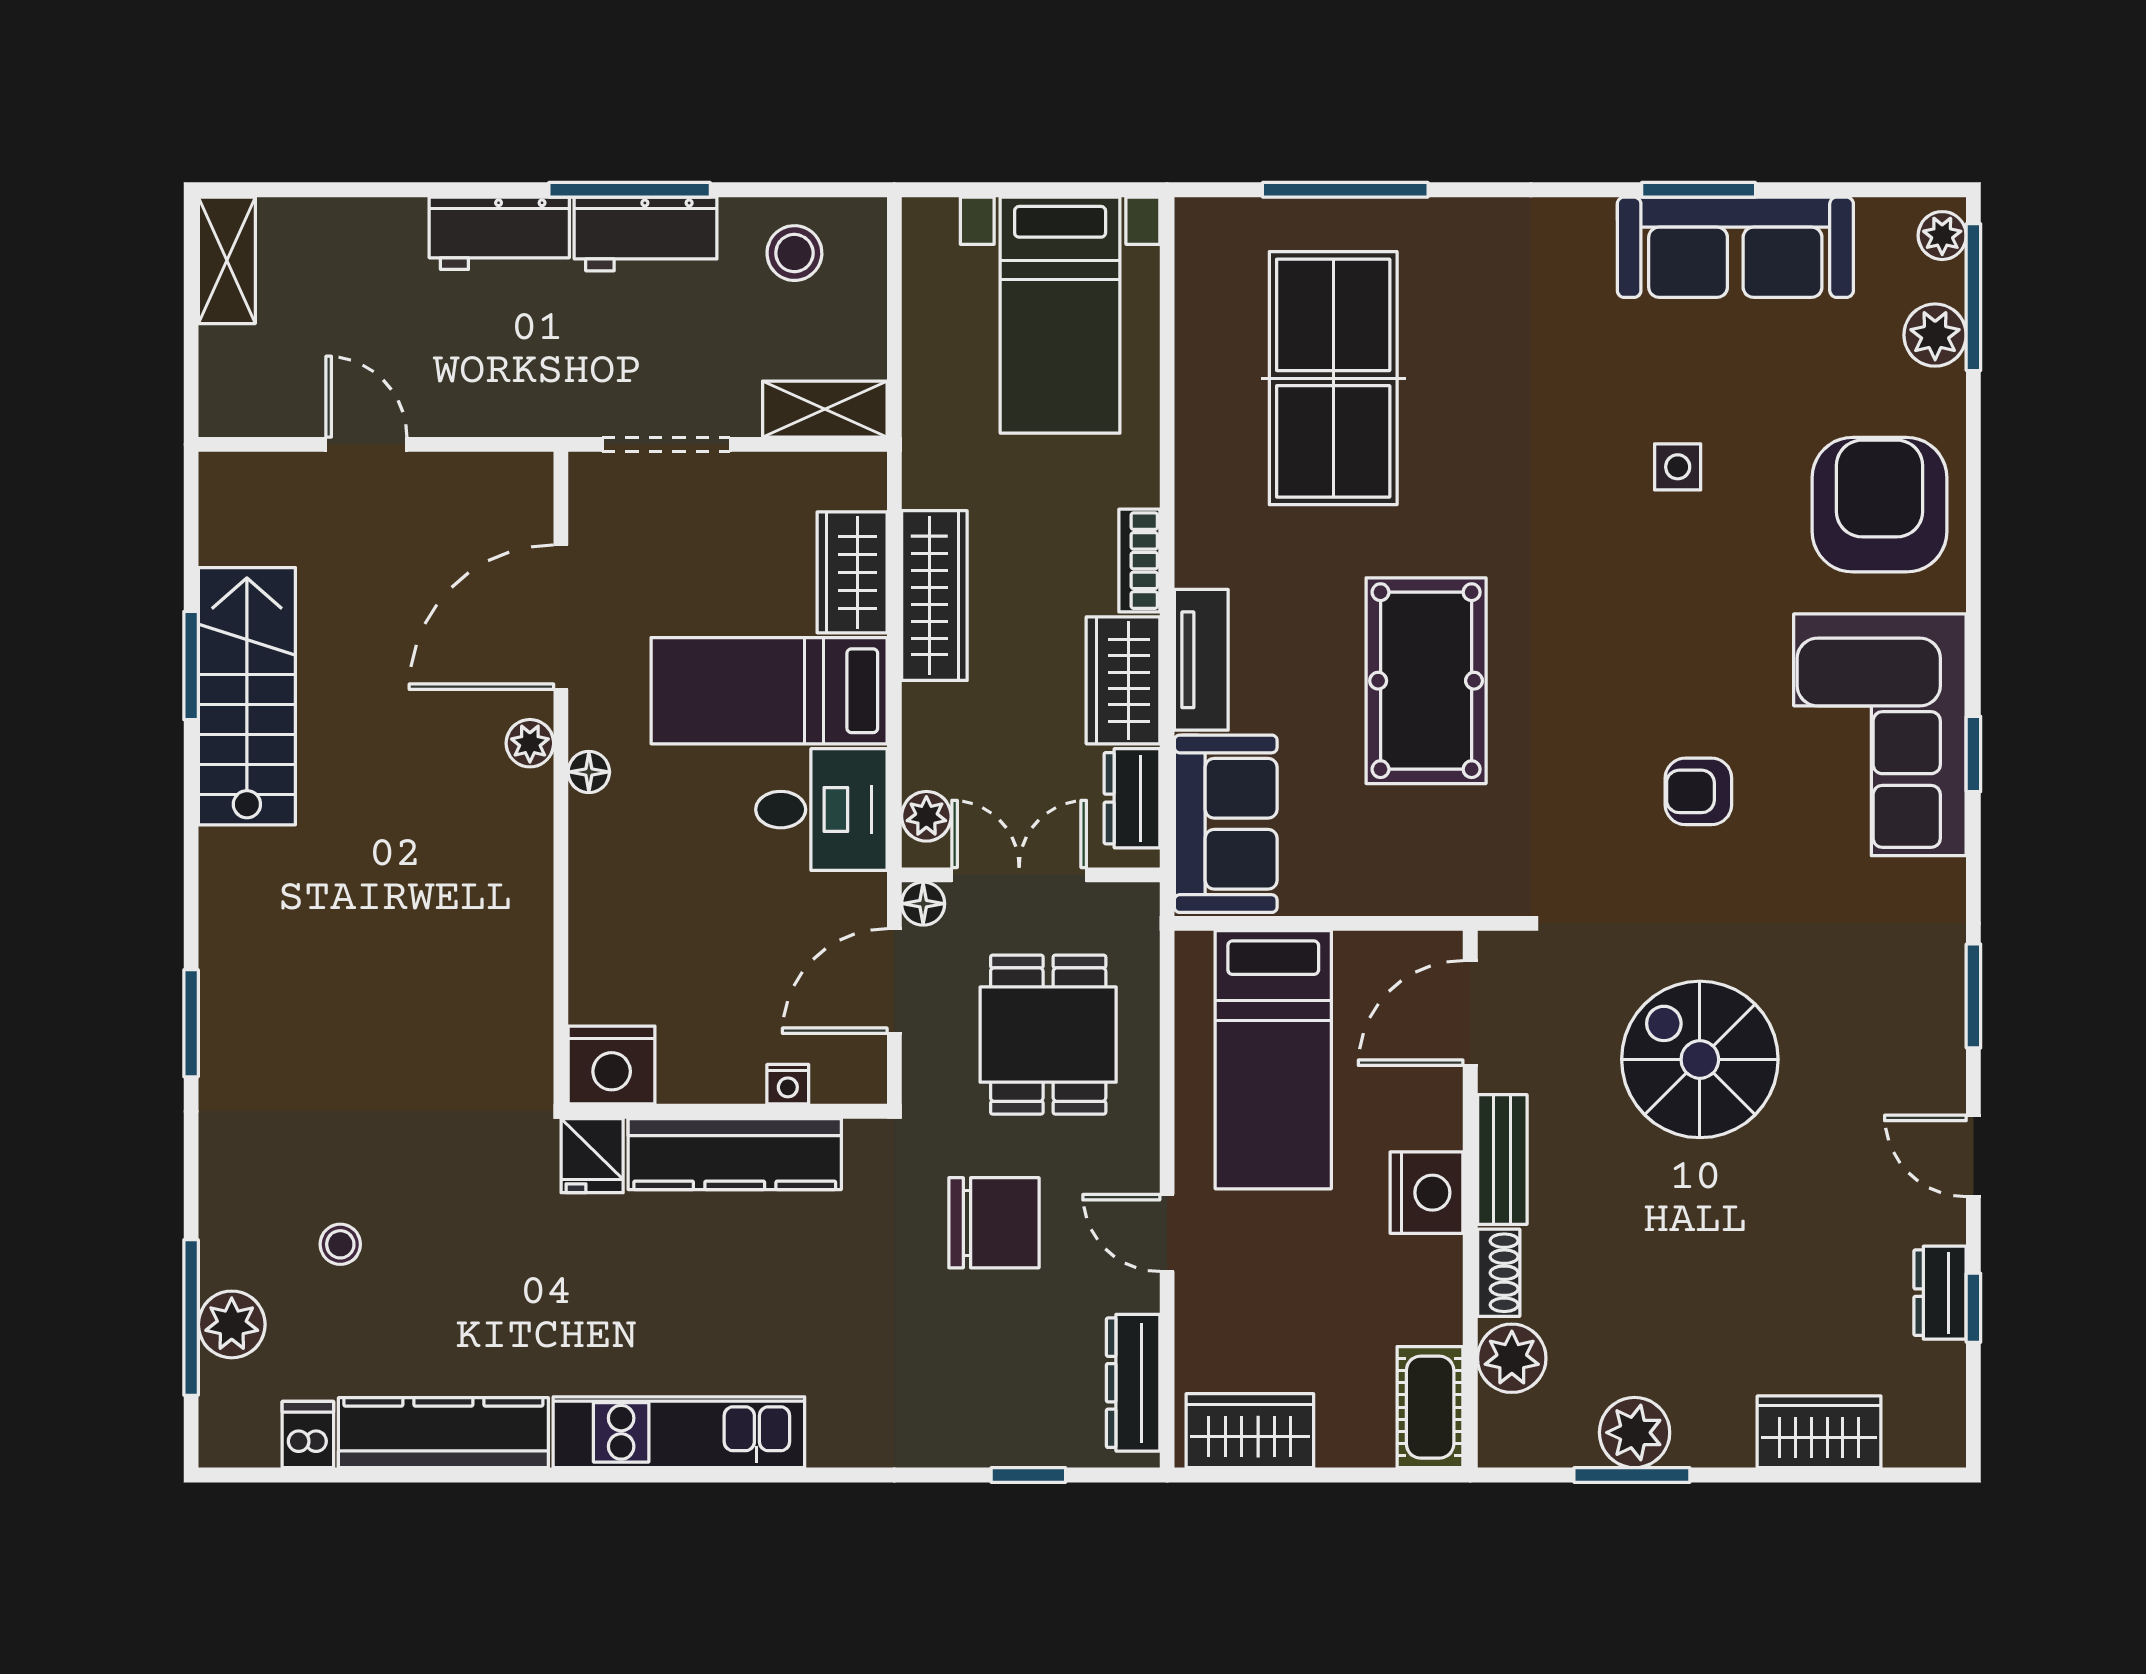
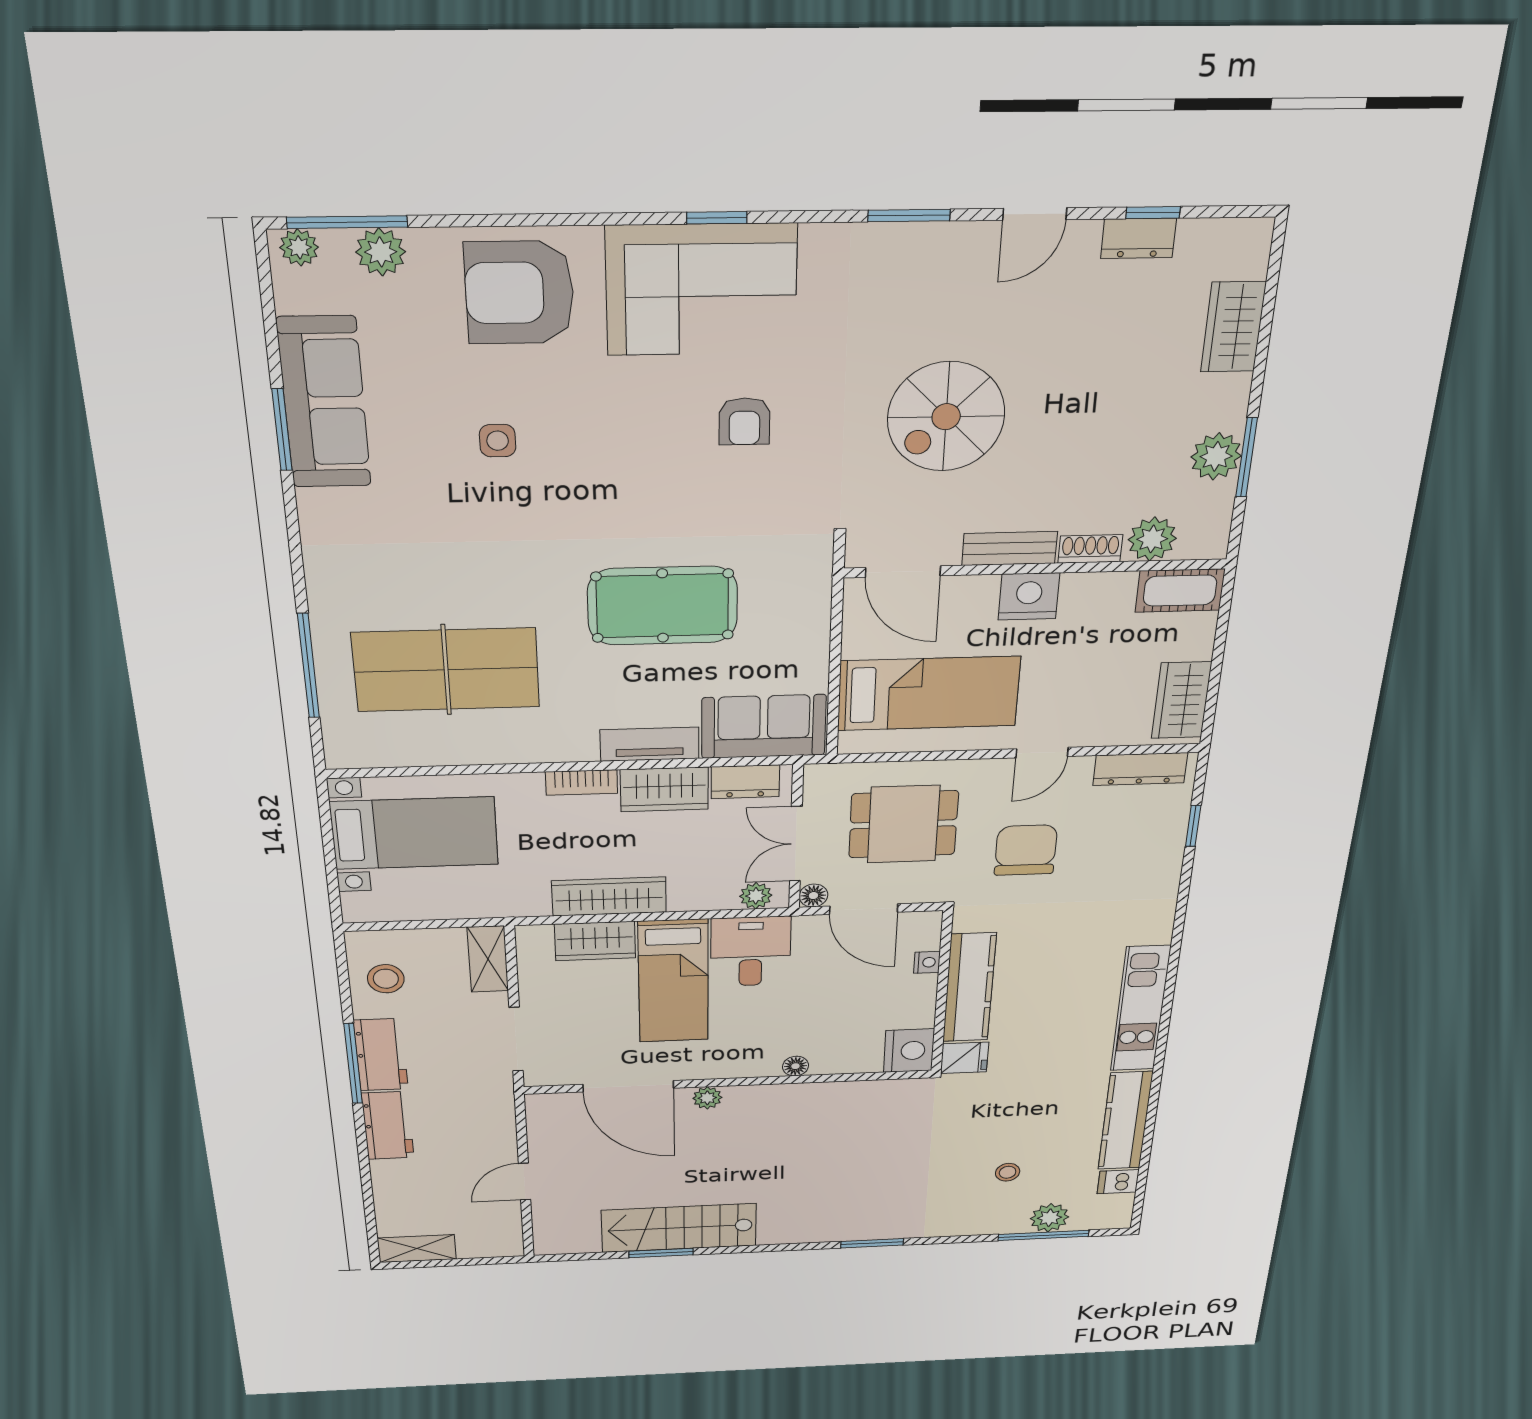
floor lamp: (589, 772) -> (795, 1066), moved

